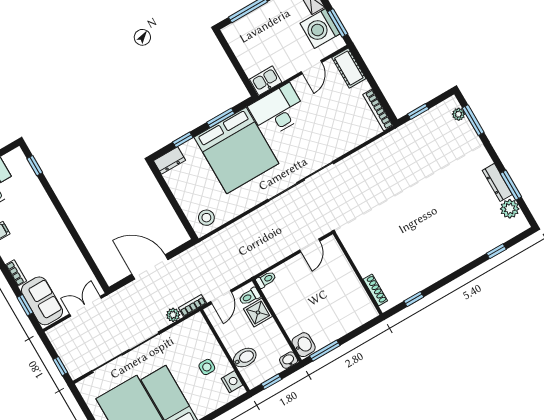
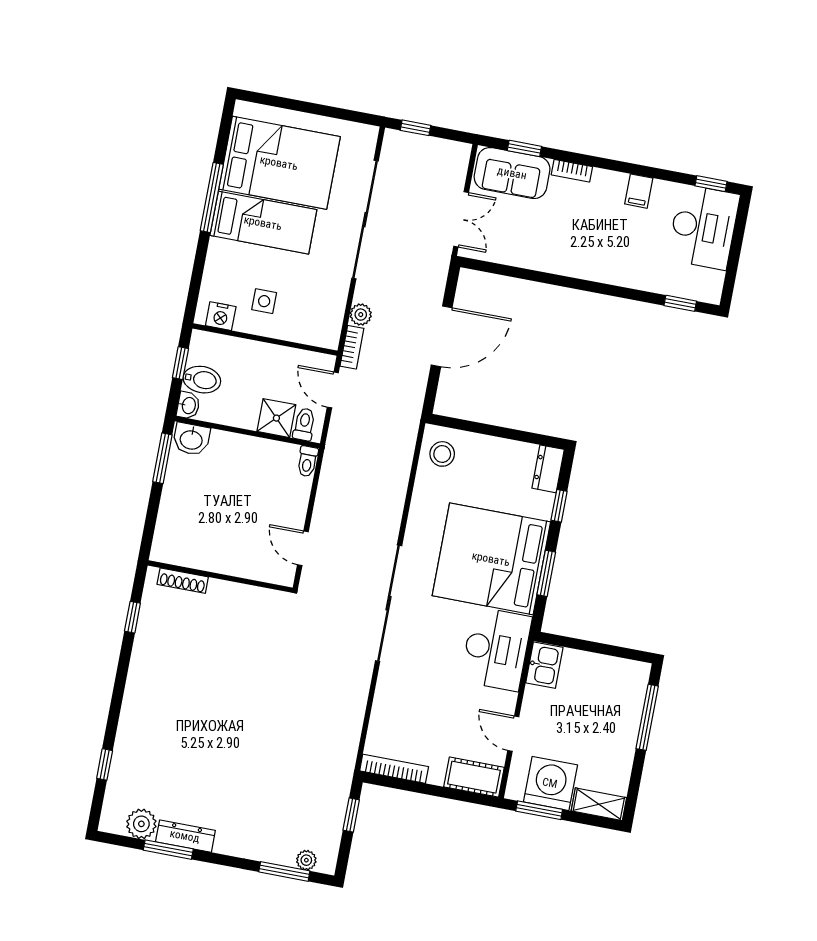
bidet: (245, 358) -> (202, 380), moved, turned -90

